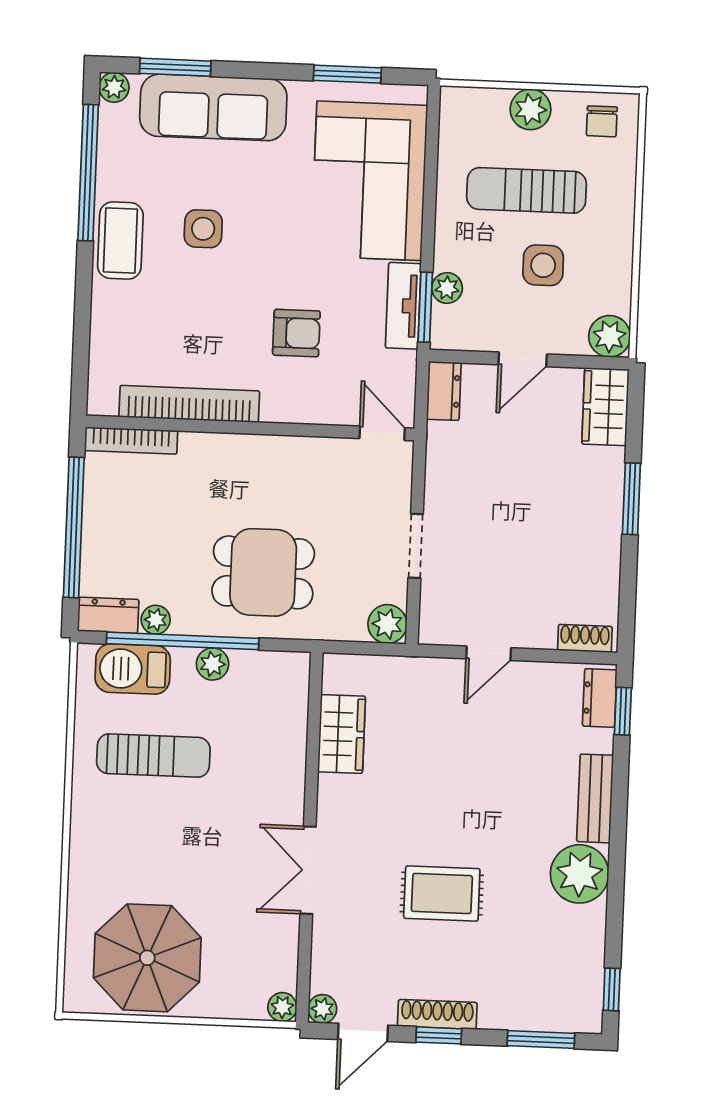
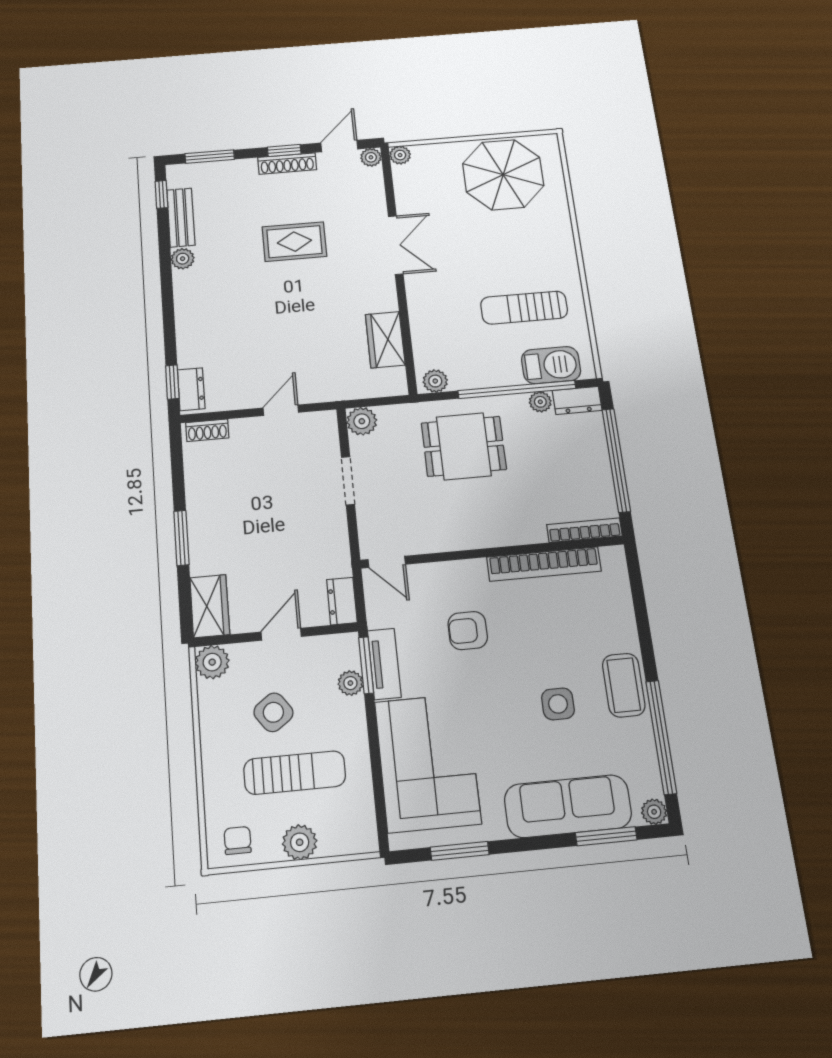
side table: (543, 265) -> (273, 712), turned -36
plant: (213, 664) -> (435, 381), moved
bench: (595, 798) -> (181, 218), moved
plant: (580, 874) -> (183, 259), width x0.53, depth x0.53

